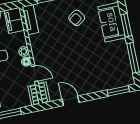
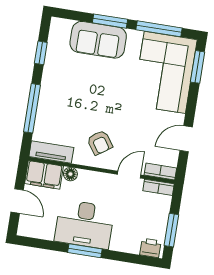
armchair: (77, 18) -> (100, 143), moved
plant: (24, 51) -> (92, 178), removed
floor lamp: (26, 62) -> (70, 174), moved
corner sofa: (107, 72) -> (165, 72), added

